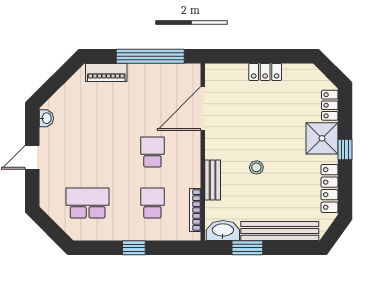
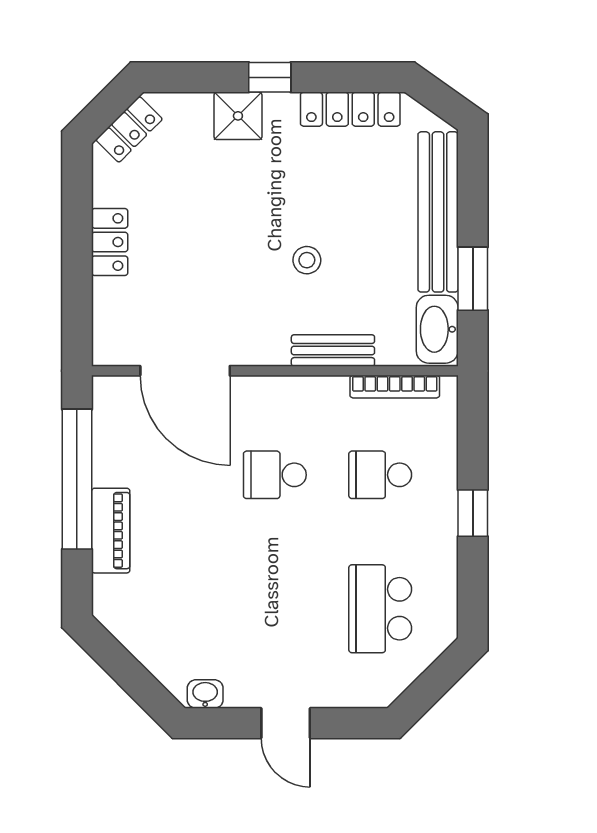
piano: (106, 72) -> (111, 531), moved
locker: (330, 105) -> (129, 129), moved, turned -45
shower: (322, 138) -> (238, 116), width x0.73, depth x0.73

